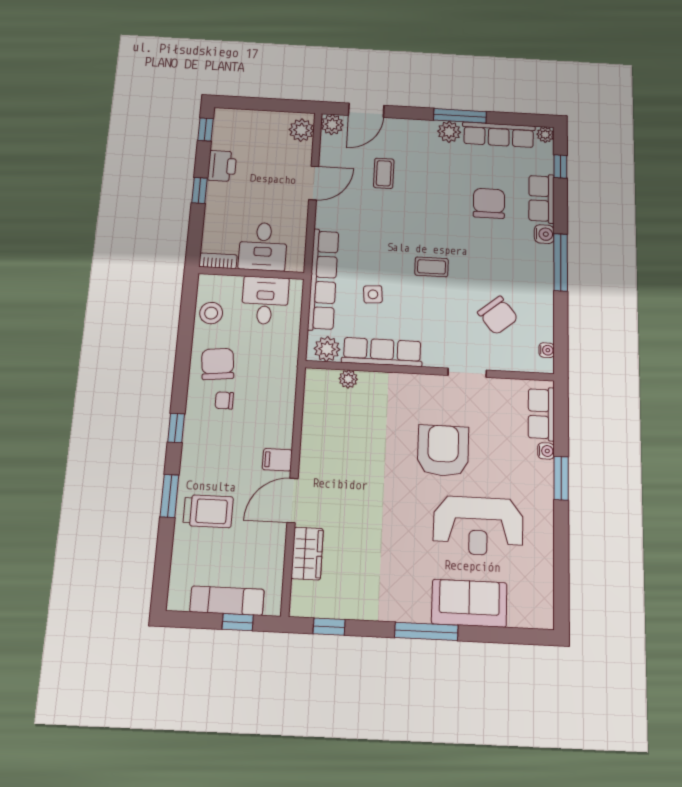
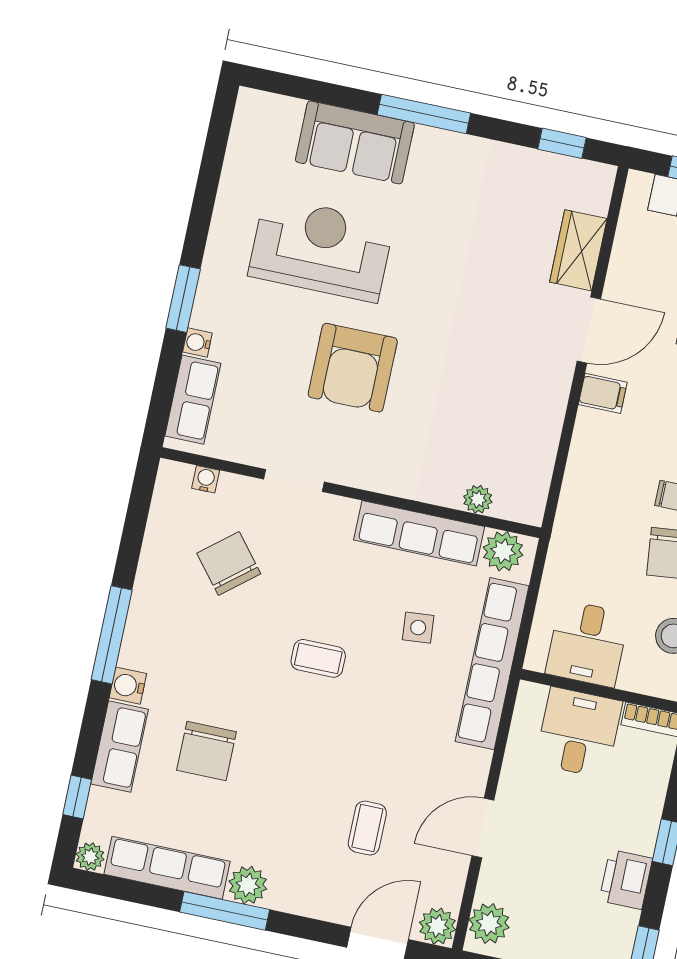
water cooler: (547, 350) -> (206, 479), moved, turned 90

